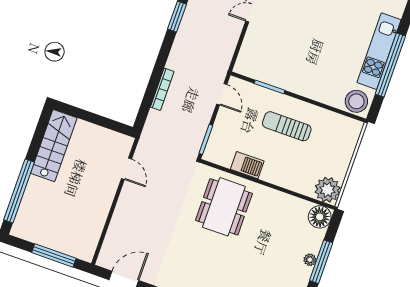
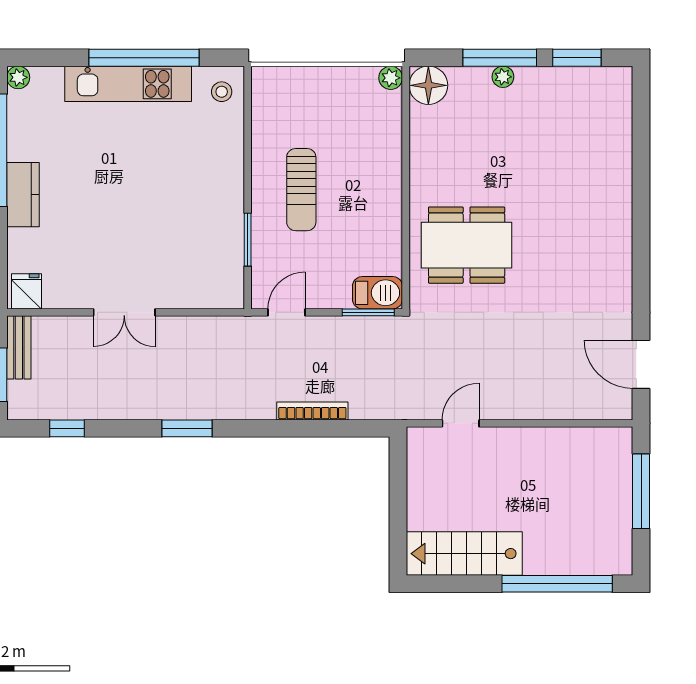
stool: (356, 101) -> (222, 92), width x0.53, depth x0.53
barbecue: (247, 165) -> (377, 293), moved, turned 90
plant: (327, 190) -> (391, 78), width x0.53, depth x0.53

